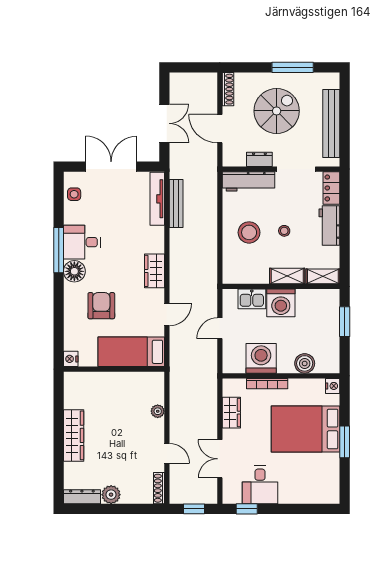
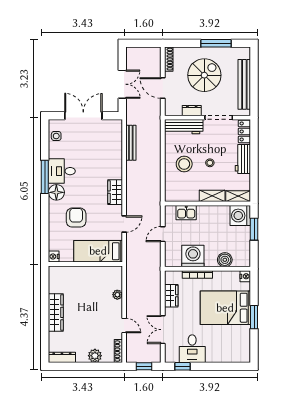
tv unit: (157, 199) -> (117, 139), removed
washing machine: (281, 303) -> (240, 216), moved, turned 90
plant: (111, 495) -> (95, 356), moved

